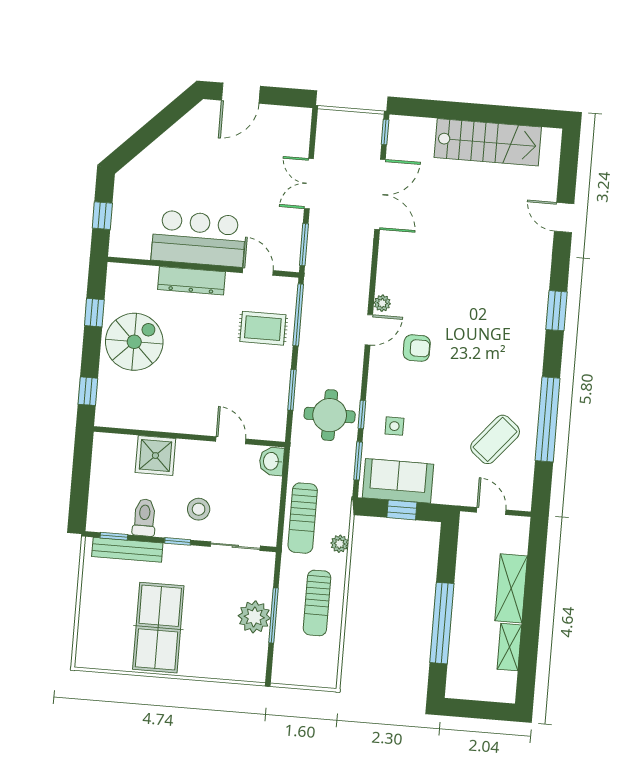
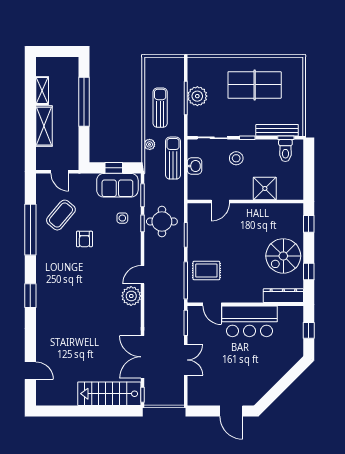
door: (241, 93) -> (231, 411), swing flipped
stairs: (488, 142) -> (109, 394), moved
door: (564, 217) -> (30, 371), moved
dresser: (192, 281) -> (283, 296), moved
plant: (382, 303) -> (131, 296), width x1.87, depth x1.87
armchair: (417, 348) -> (84, 239), moved, turned -90
door: (231, 440) -> (220, 201), hinge flipped
washbasin: (272, 461) -> (195, 166), moved
toilet: (144, 518) -> (285, 151), moved
table tennis table: (158, 628) -> (255, 85), turned 90

